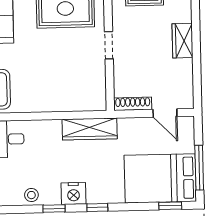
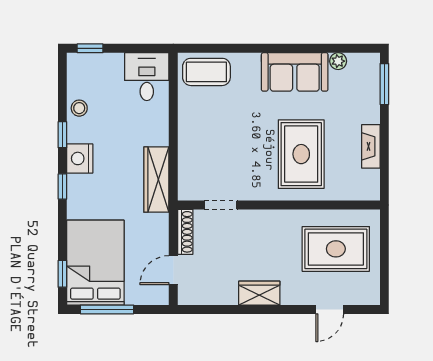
doorway: (109, 45) -> (220, 205), moved

